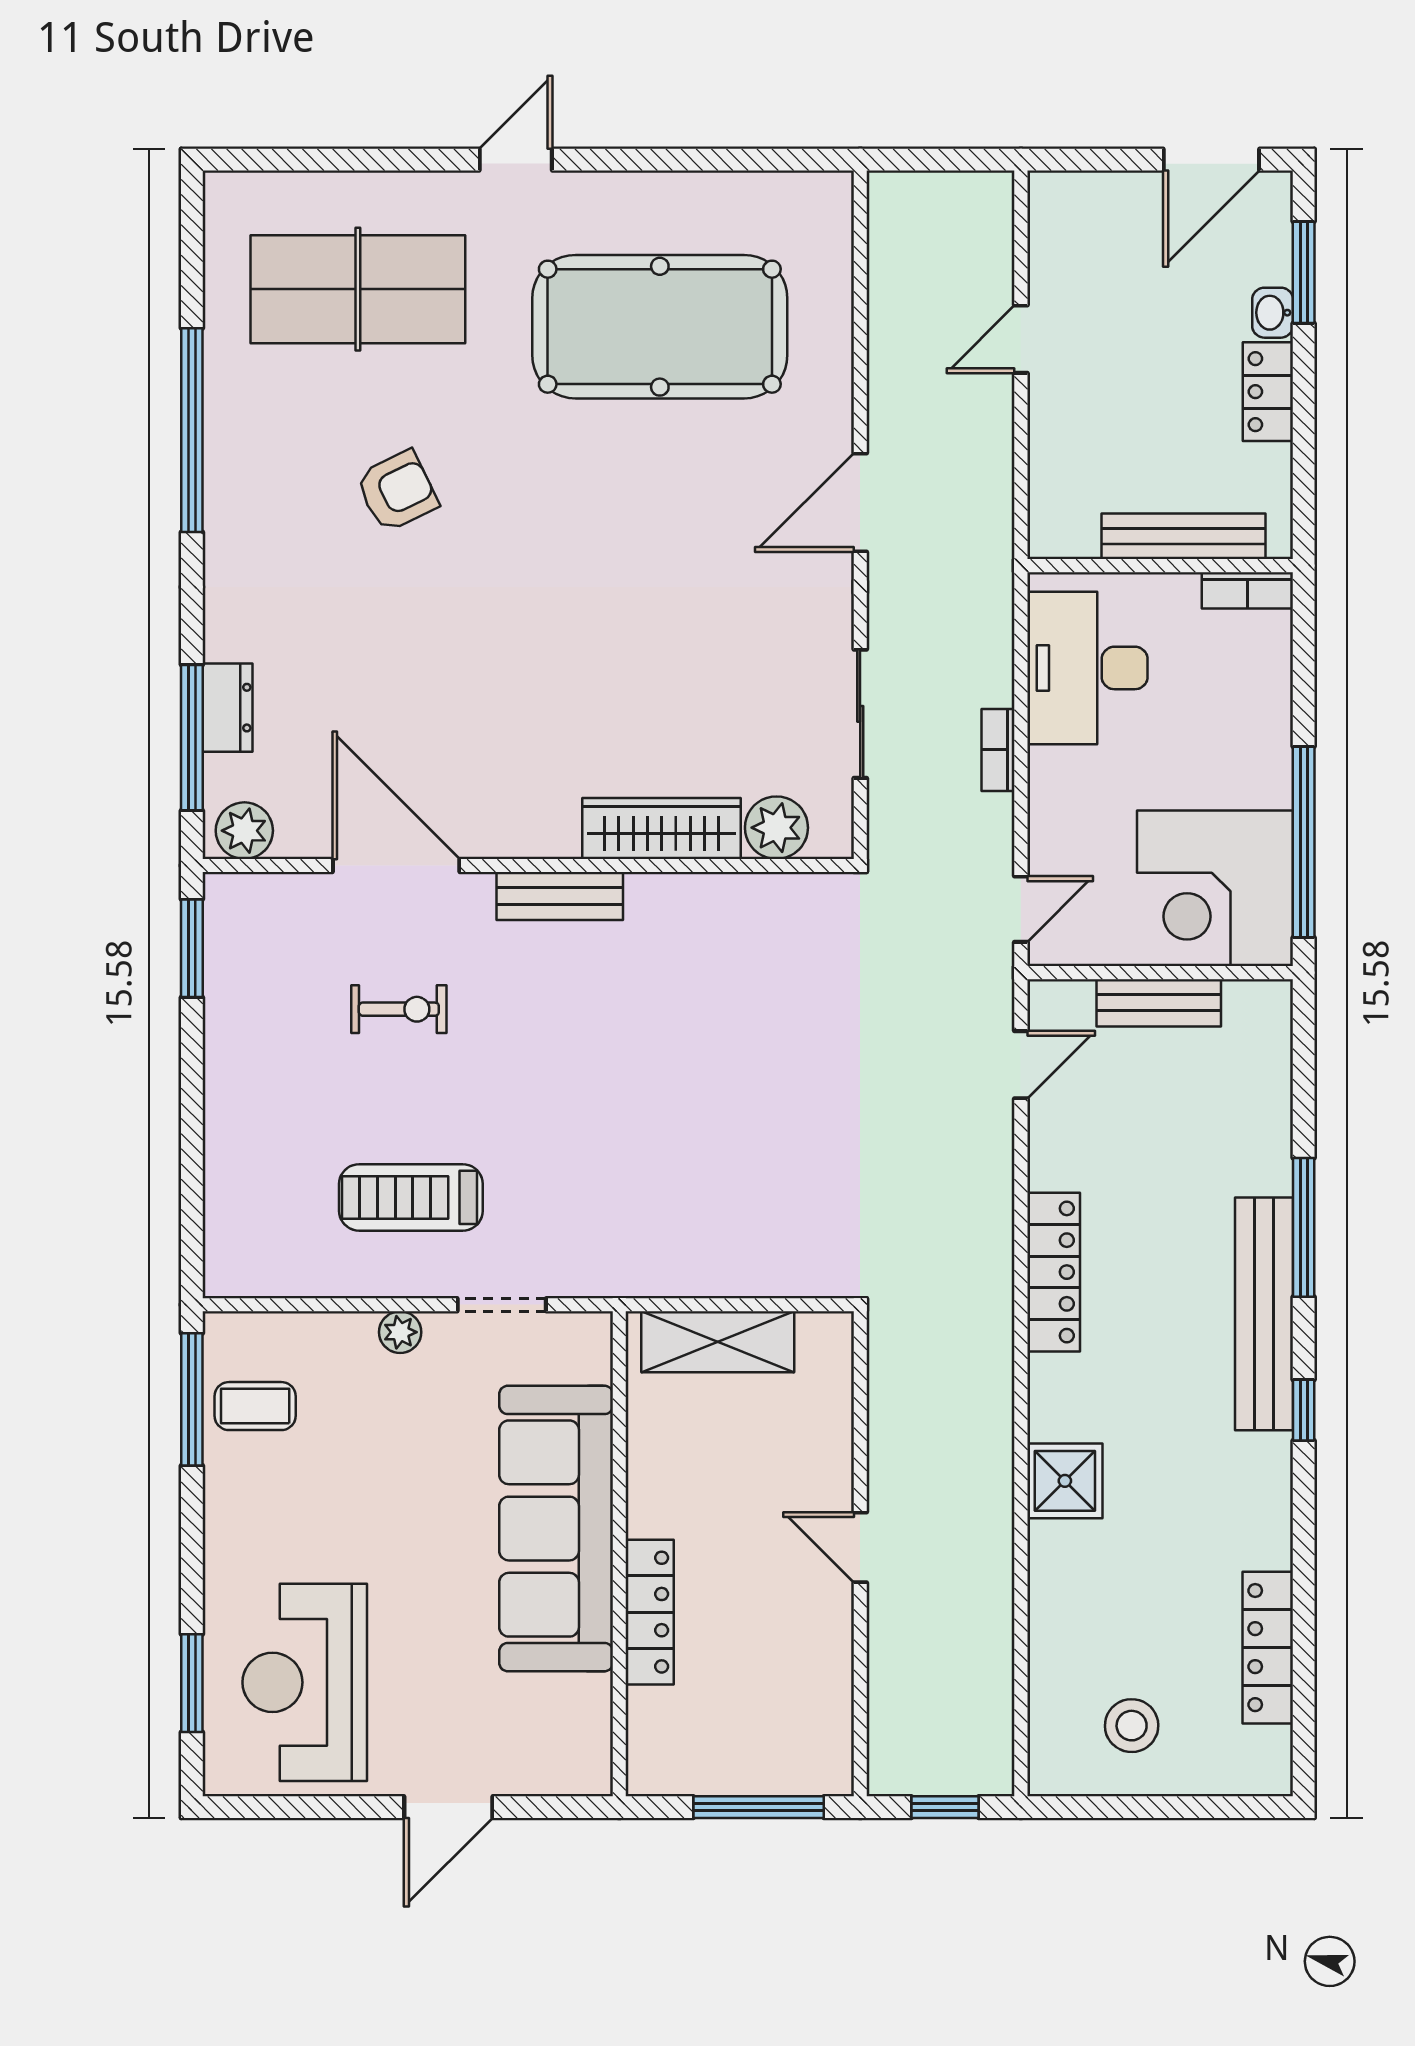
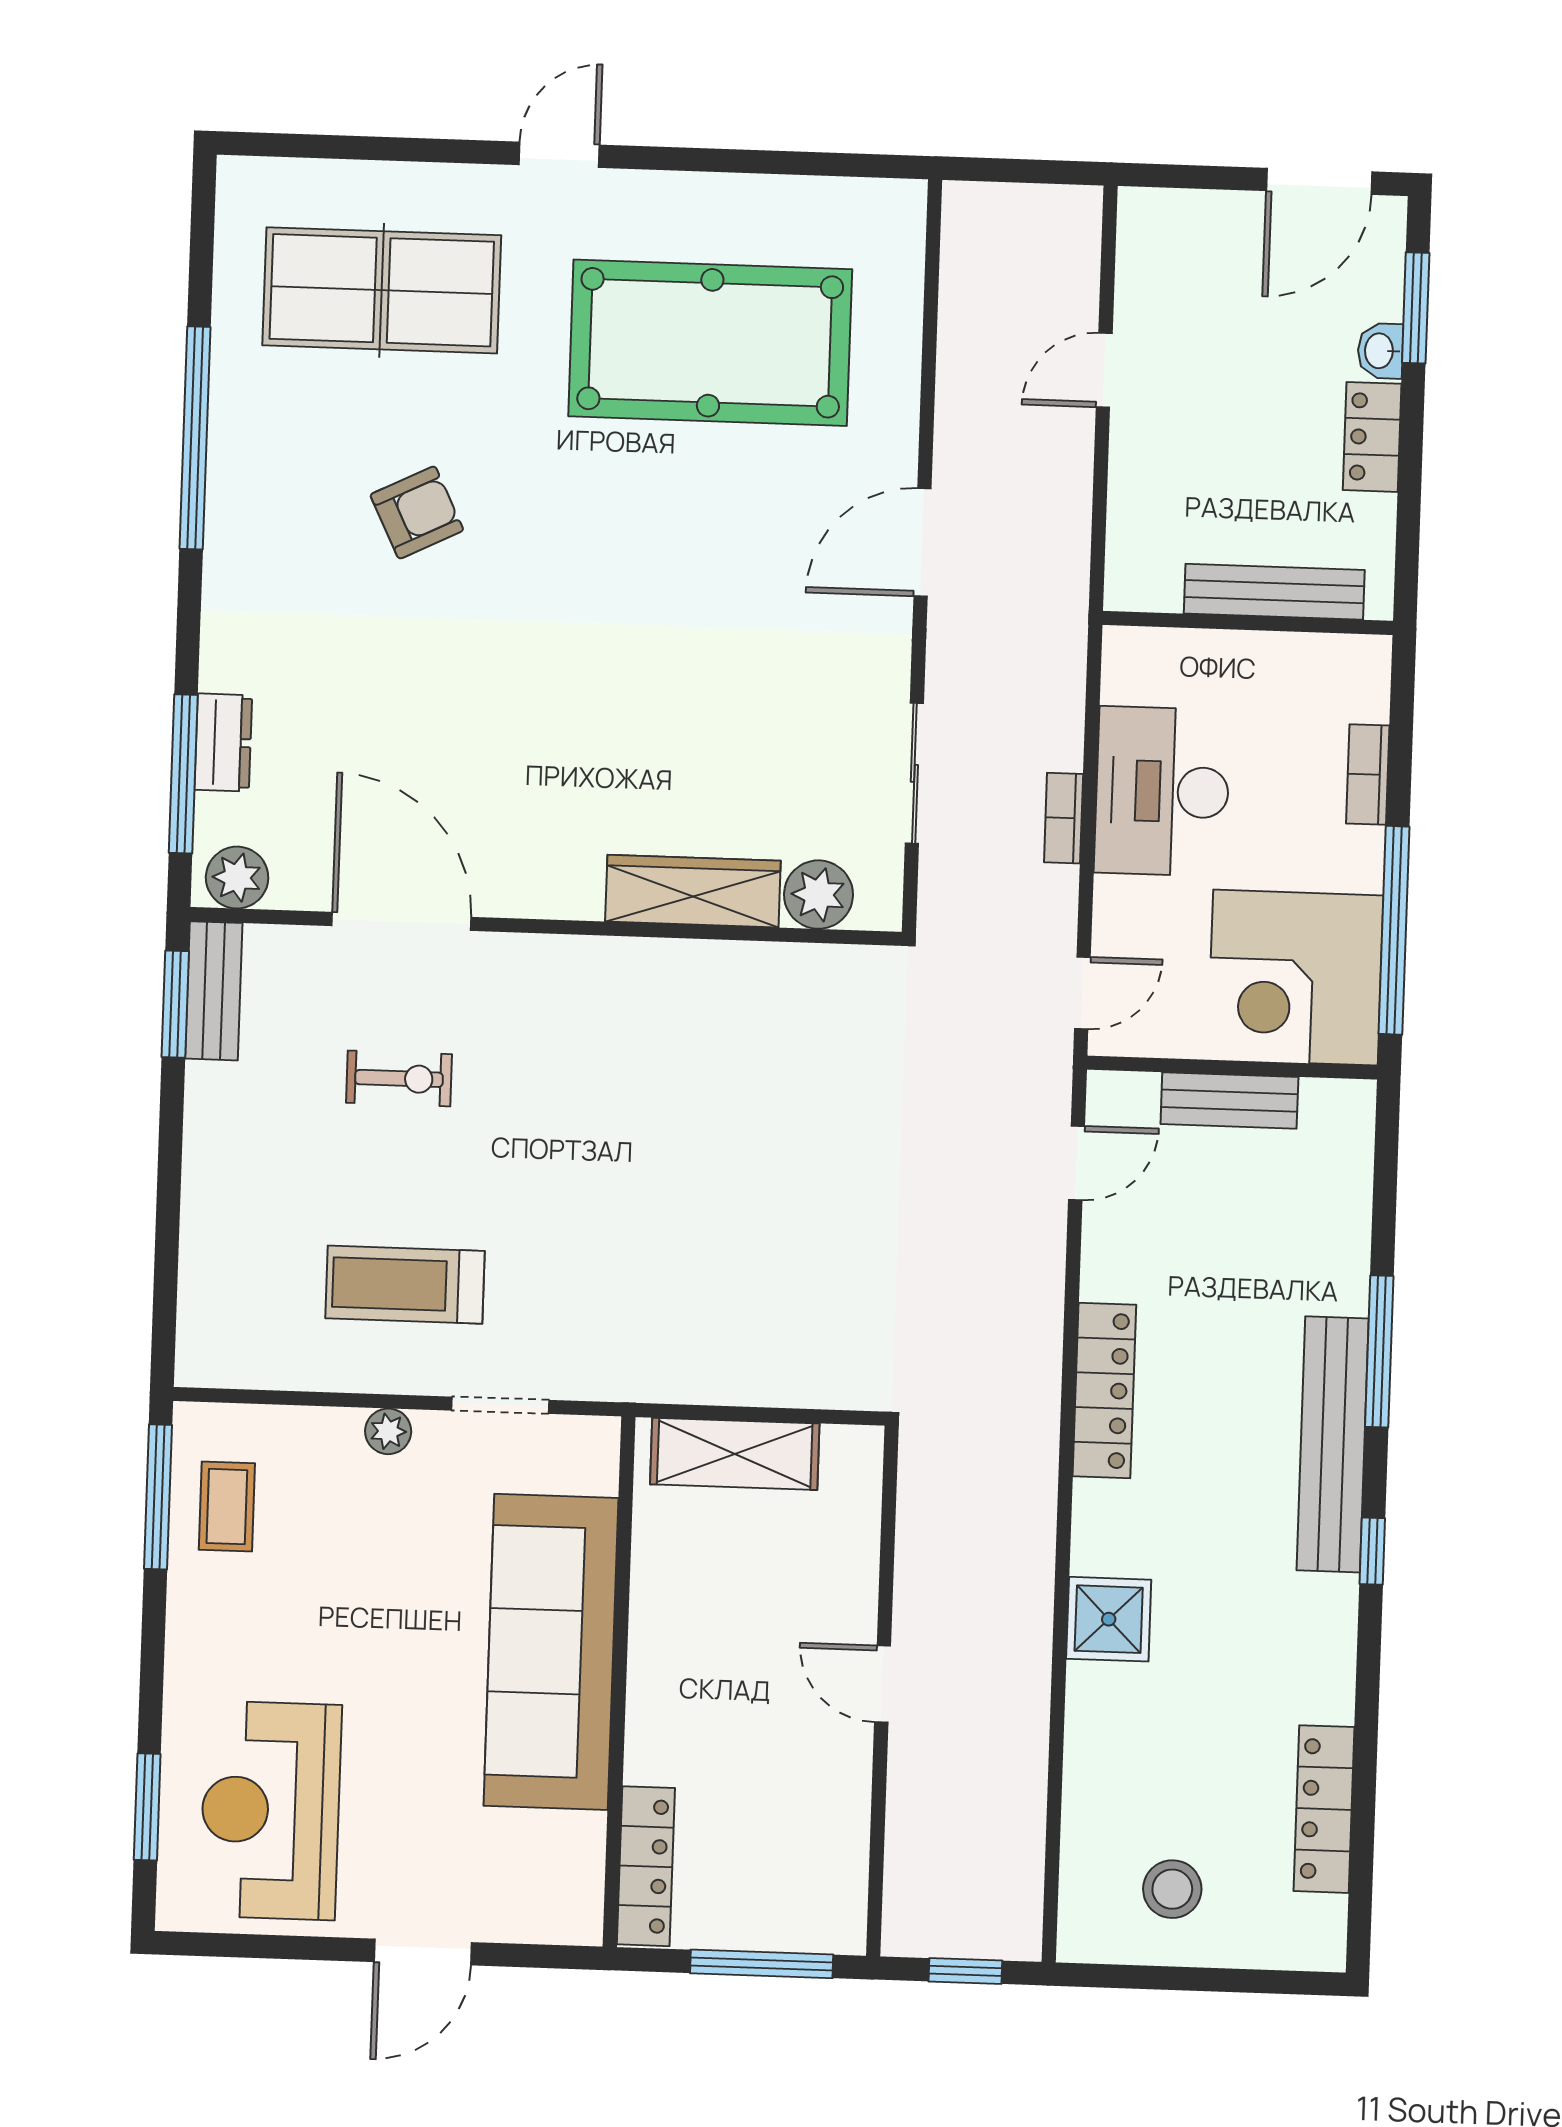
bookcase: (1247, 590) -> (1368, 774), moved, turned 90
desk: (1087, 668) -> (1162, 791), moved
bench: (560, 896) -> (214, 991), moved, turned 90
coffee table: (255, 1406) -> (227, 1507), turned 90
locker: (650, 1612) -> (646, 1866), moved

